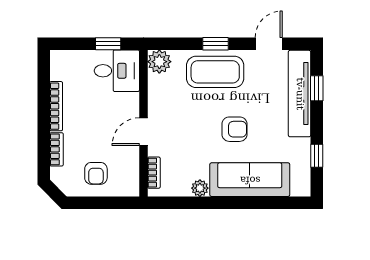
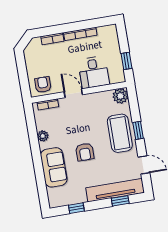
desk: (117, 71) -> (94, 72), moved
armchair: (96, 173) -> (43, 85), moved, turned 90
sofa: (250, 180) -> (54, 167), width x0.73

